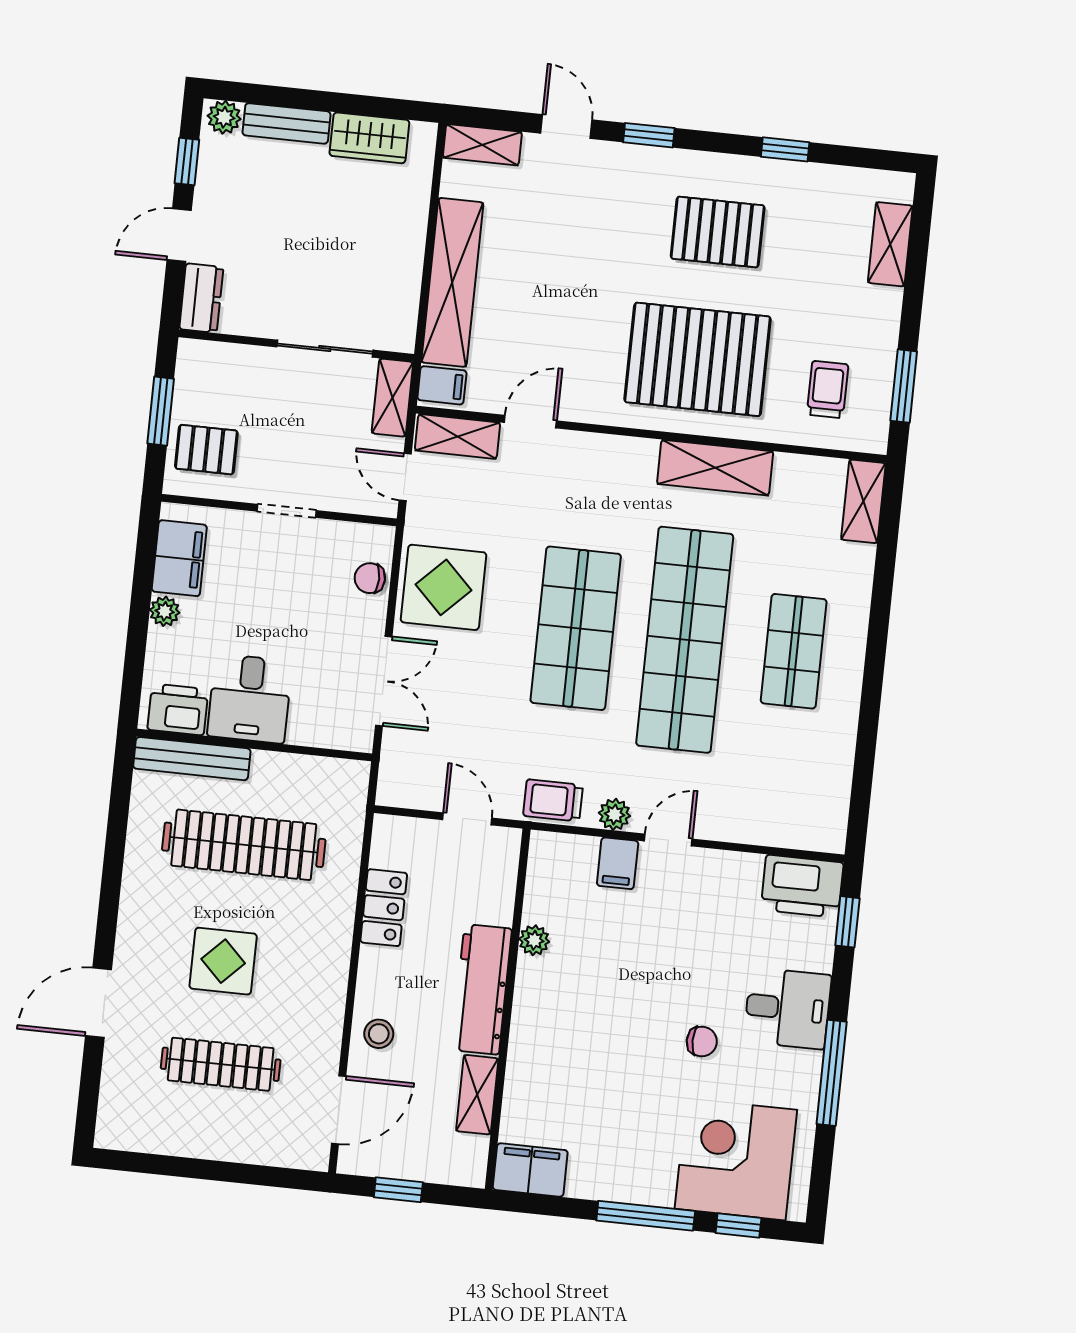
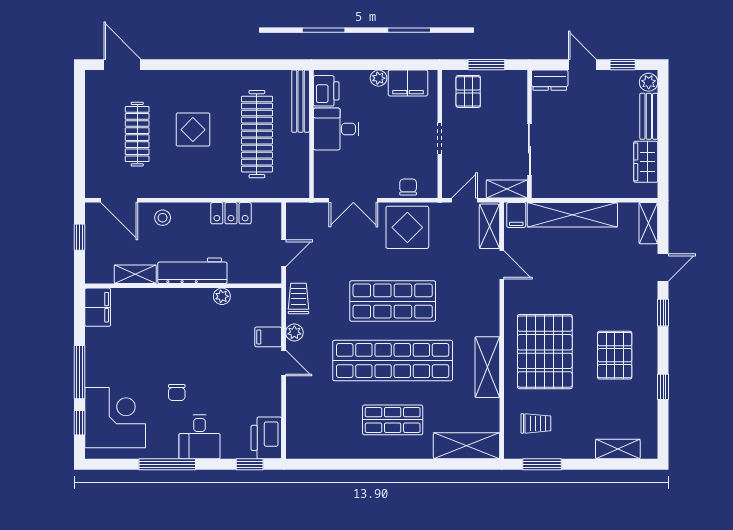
shelving: (863, 501) -> (466, 446), width x1.50, depth x1.33
door: (98, 1003) -> (122, 65), moved

